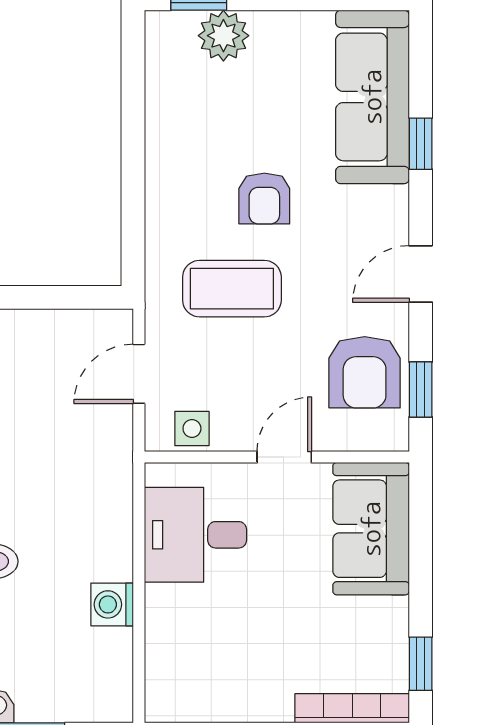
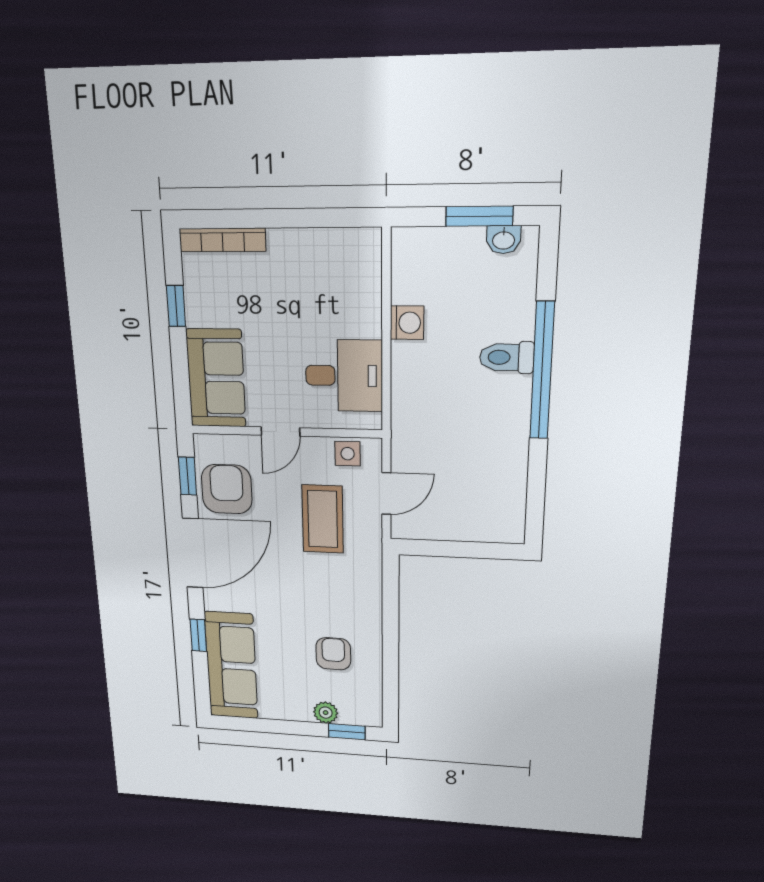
plant: (223, 36) -> (326, 713), width x0.73, depth x0.73
armchair: (264, 199) -> (333, 654), moved
door: (421, 274) -> (193, 553), width x1.88
coffee table: (232, 289) -> (323, 519), moved, turned 90
window: (421, 664) -> (176, 306), moved

